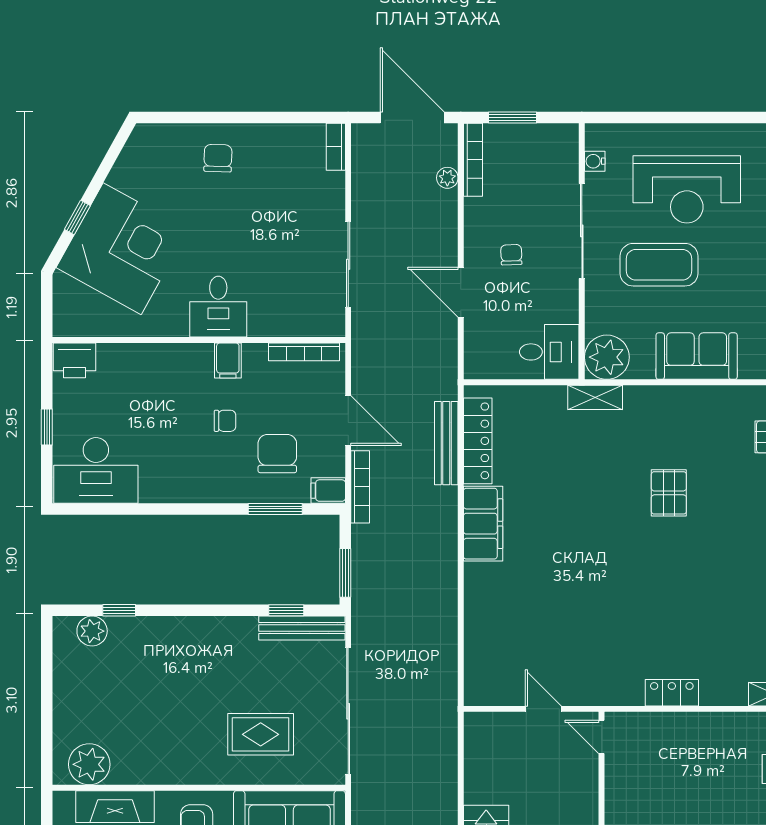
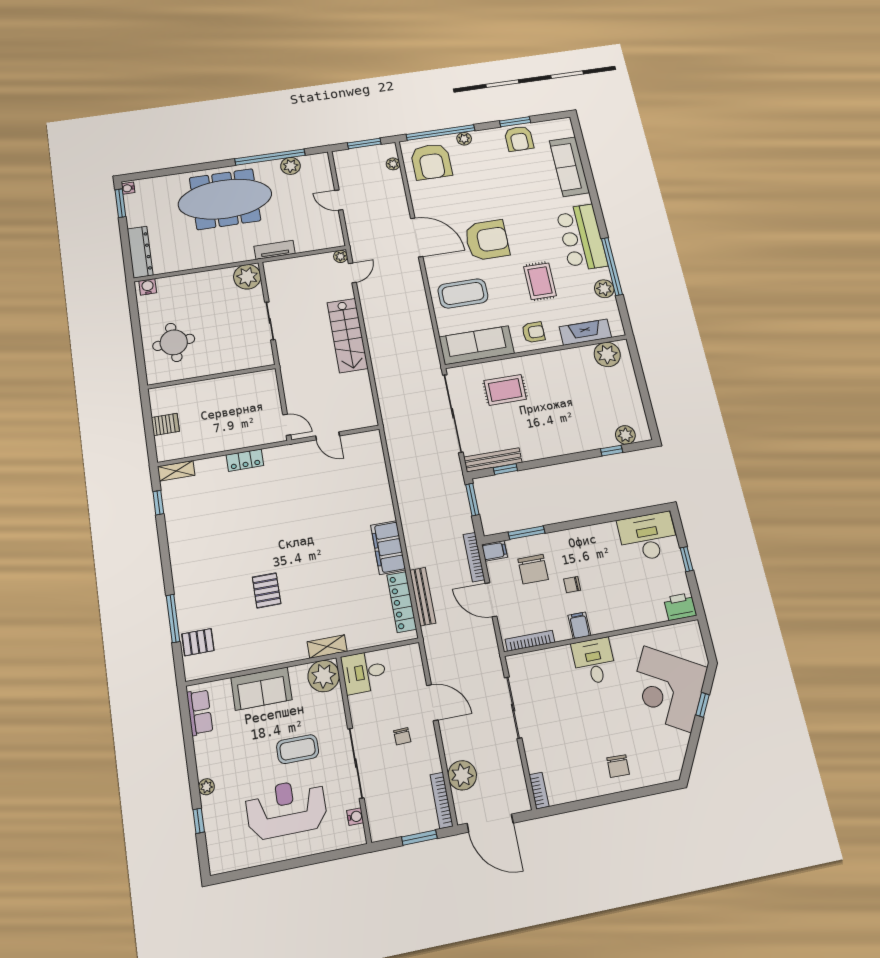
plant: (447, 178) -> (462, 775), width x1.87, depth x1.87
coffee table: (659, 265) -> (298, 749), width x0.73, depth x0.76

